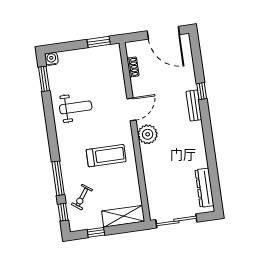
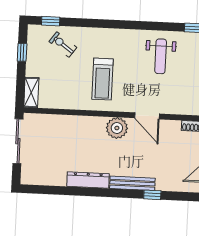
bench: (194, 105) -> (132, 183), width x1.36
window: (58, 178) -> (88, 23), removed
dresser: (204, 188) -> (88, 180), moved
shelving: (123, 216) -> (31, 92), width x0.67, depth x0.75

